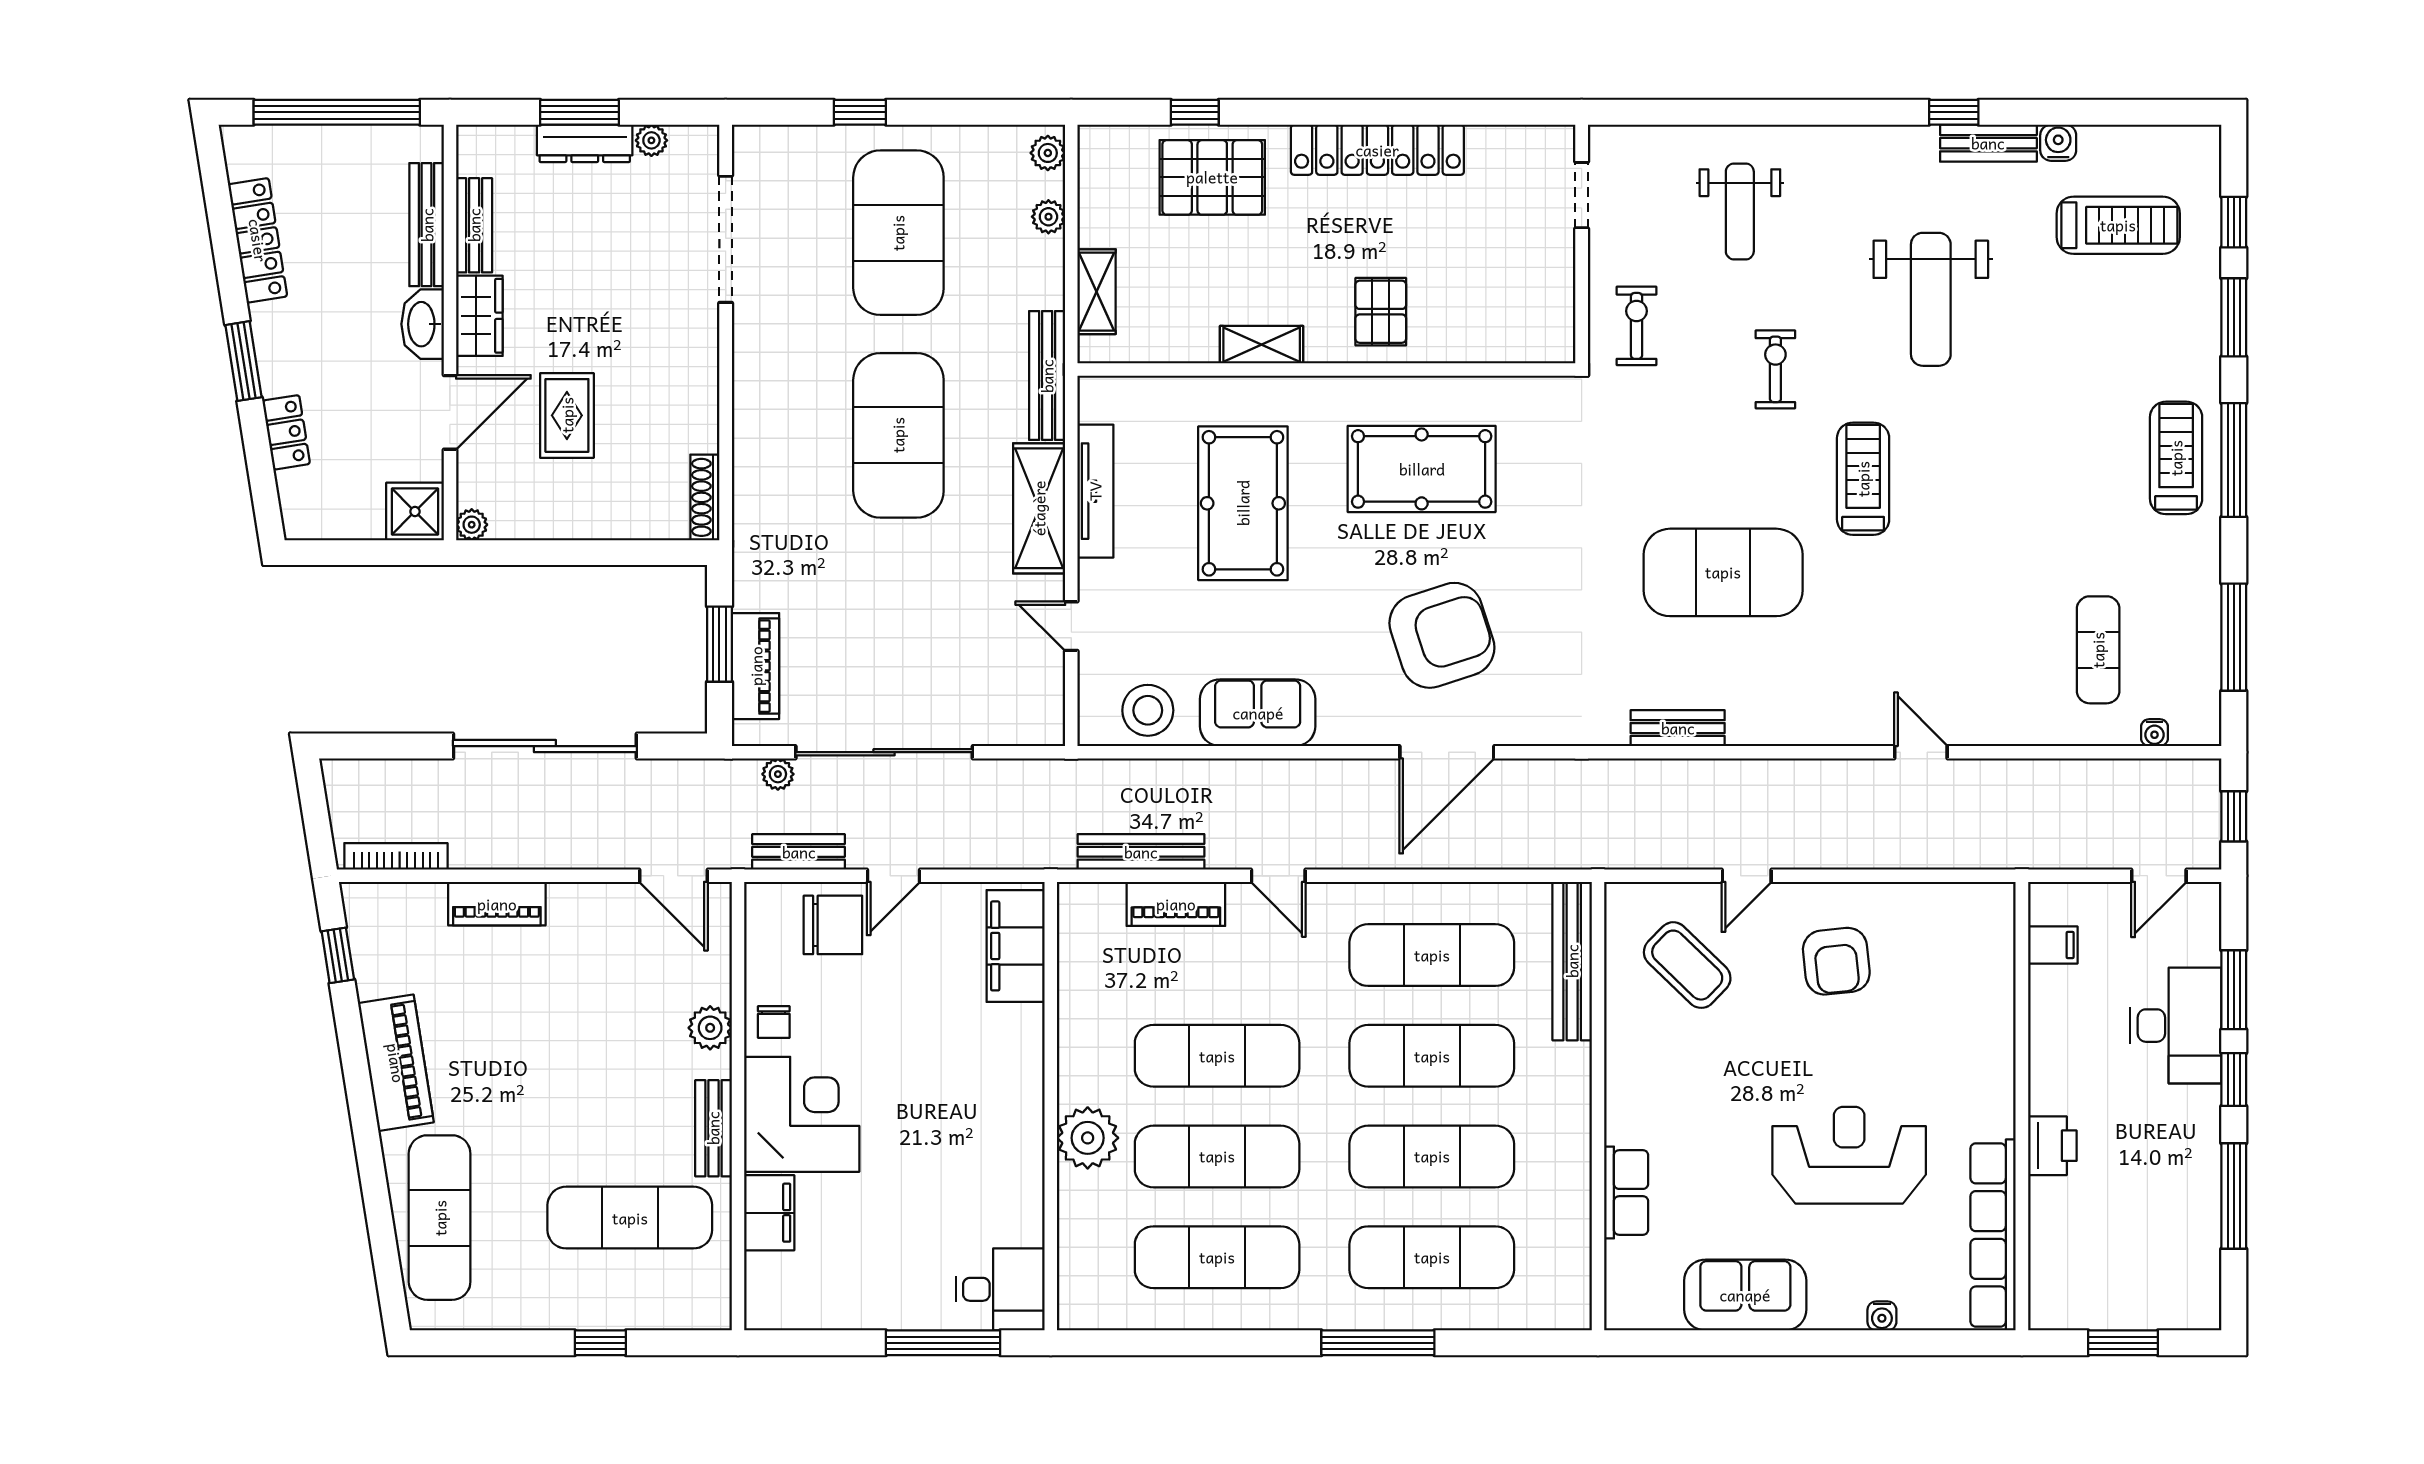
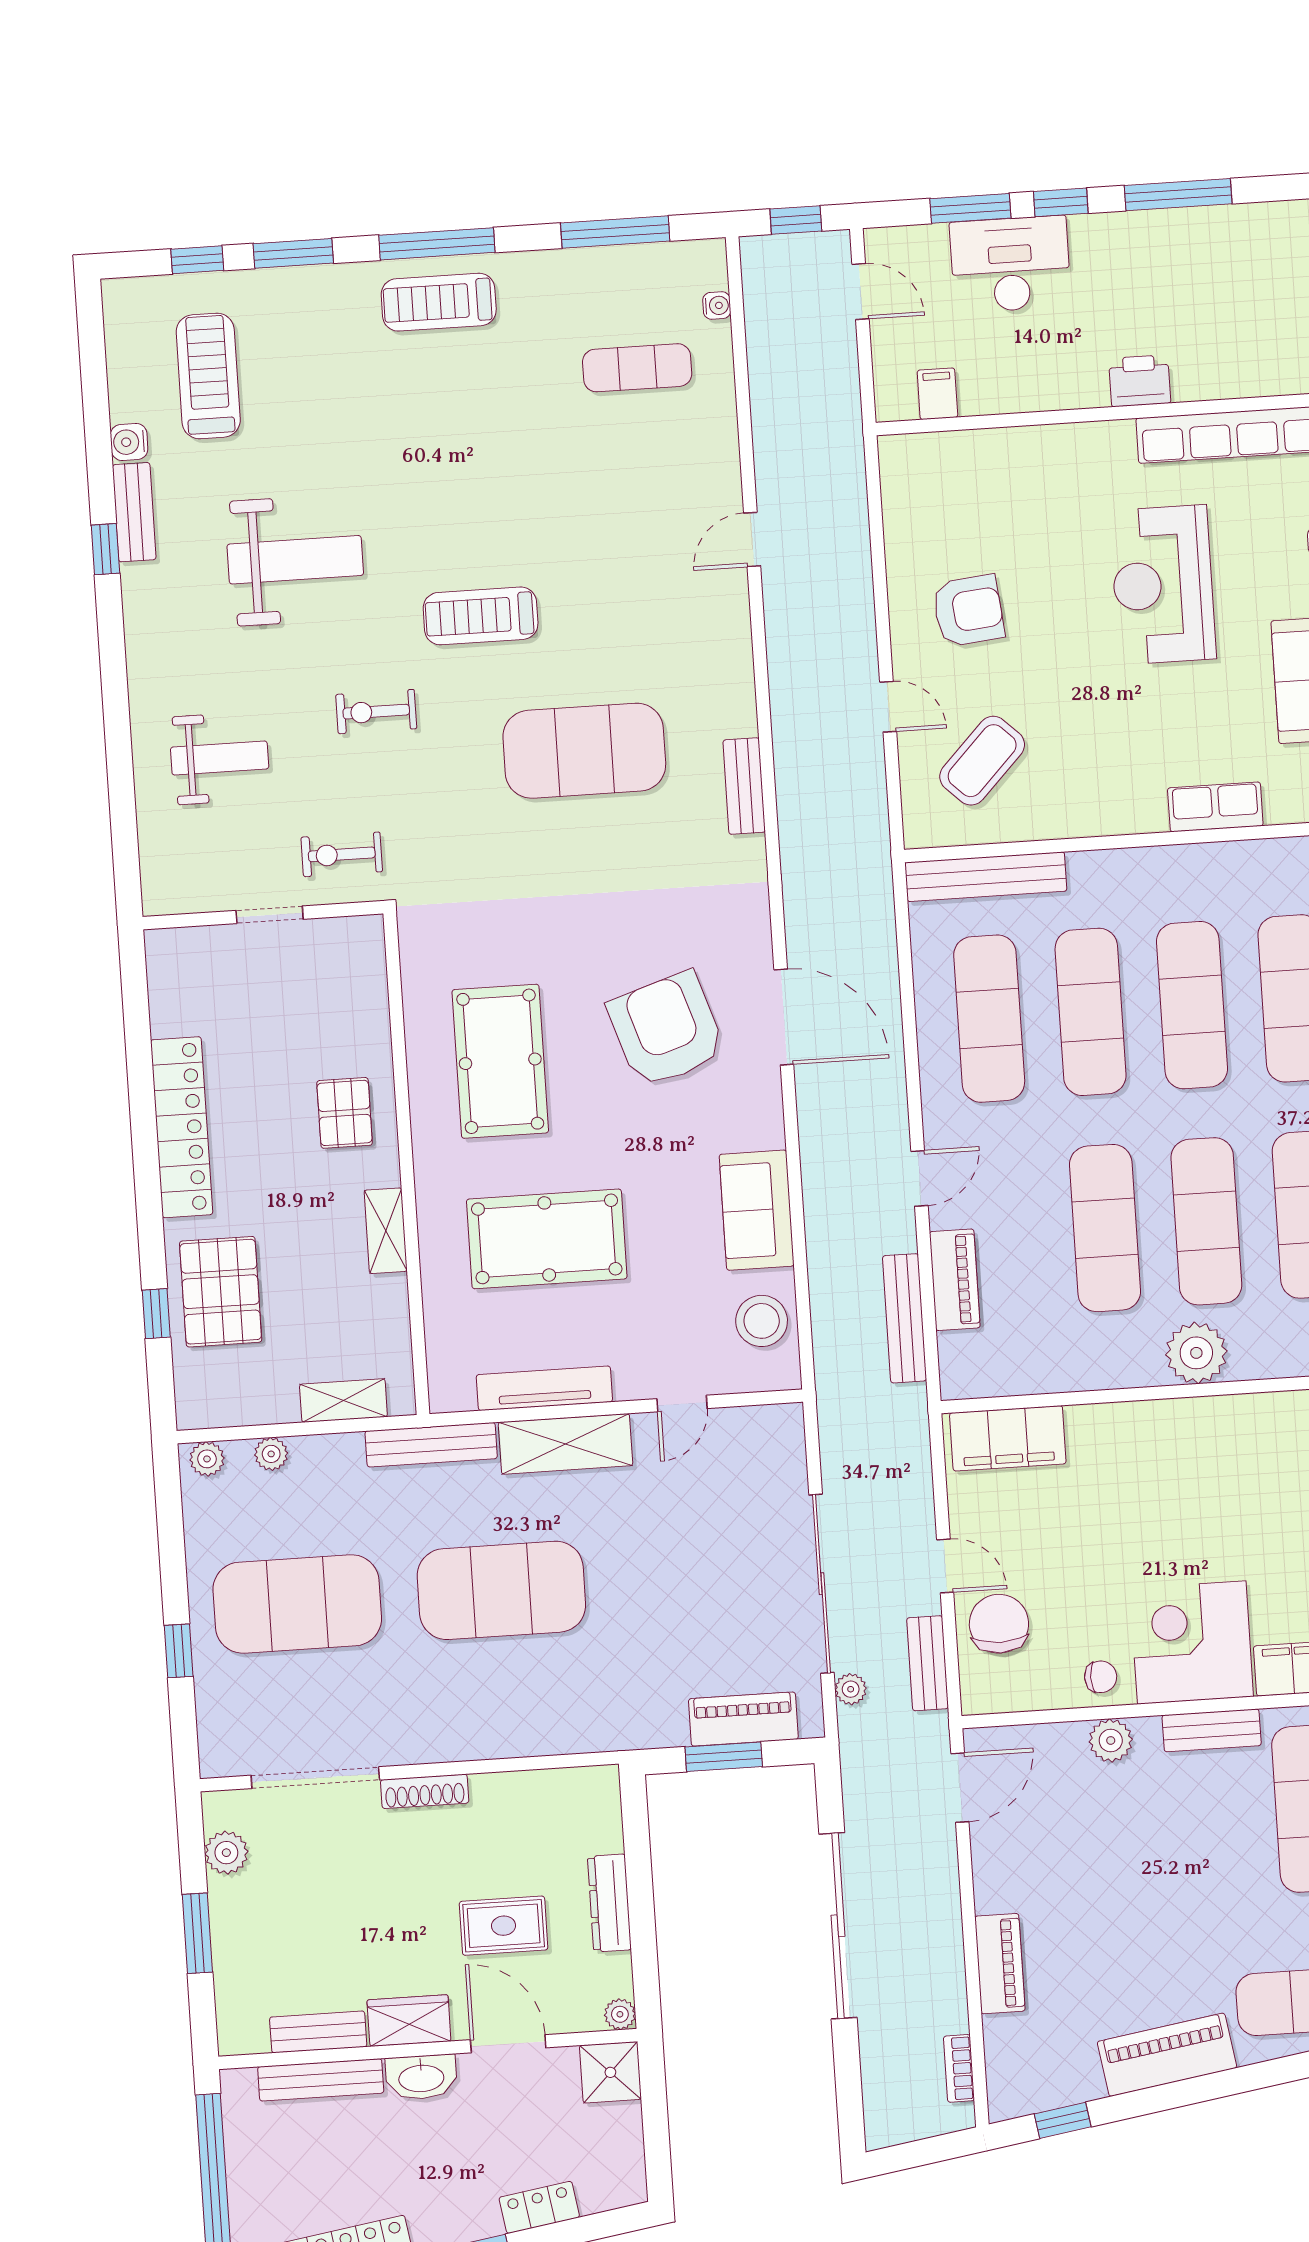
plant: (651, 140) -> (226, 1853), width x1.38, depth x1.38
dresser: (585, 143) -> (609, 1903), moved, turned 180
doorway: (1582, 195) -> (270, 915), moved
pallet: (1381, 312) -> (345, 1113), turned 90
shoe rack: (705, 497) -> (425, 1791), moved
exercise mat: (1723, 572) -> (584, 751), turned 90
bookcase: (396, 856) -> (959, 2068), width x0.64

